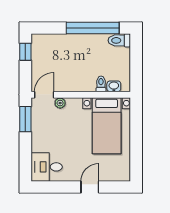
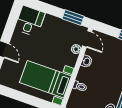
washbasin: (114, 86) -> (86, 61), moved

